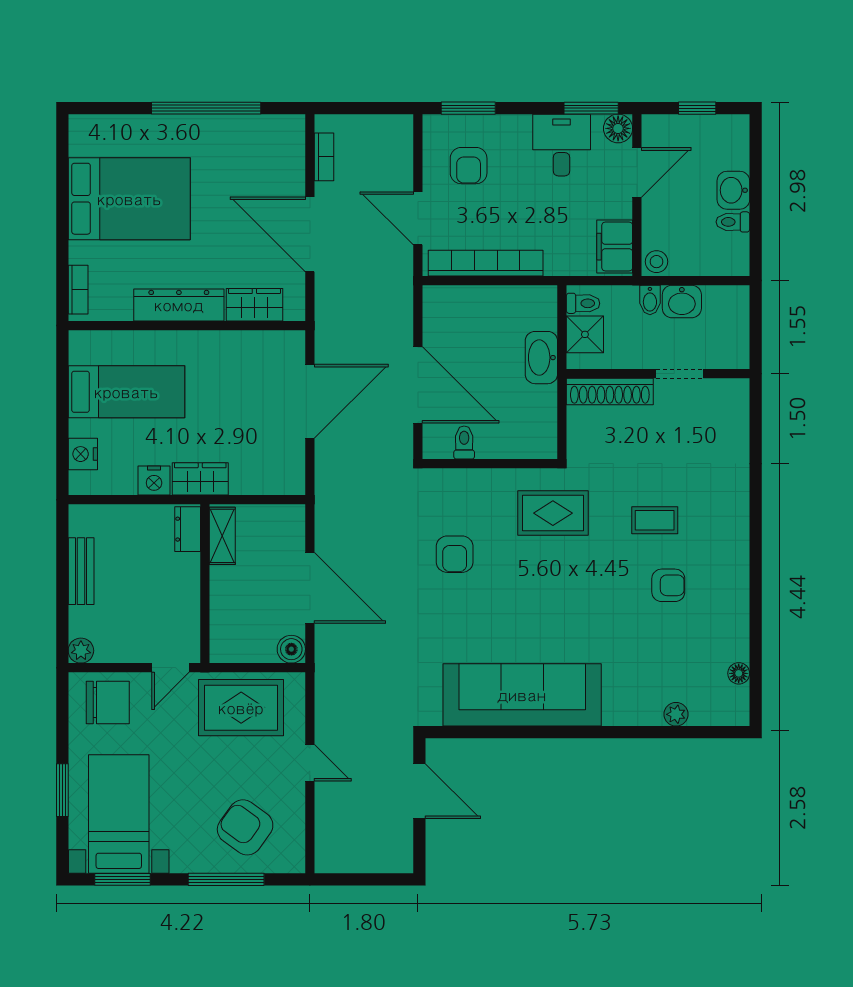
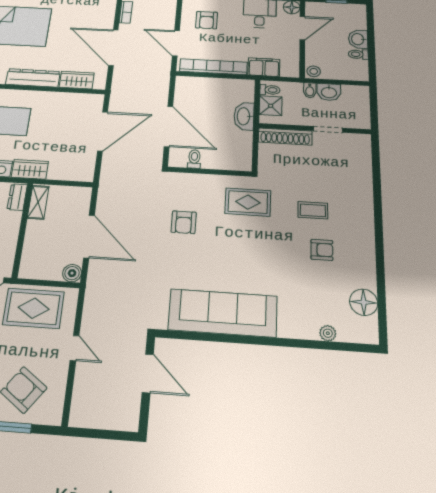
filing cabinet: (615, 247) -> (264, 67), moved, turned 90
floor lamp: (739, 673) -> (364, 302), width x1.89, depth x1.89

